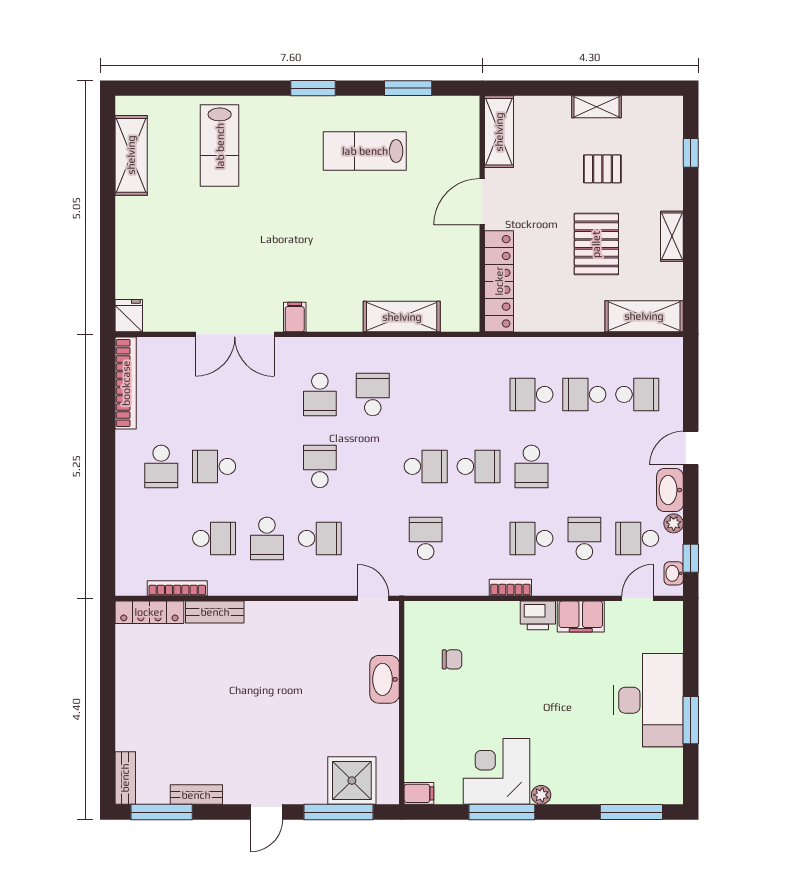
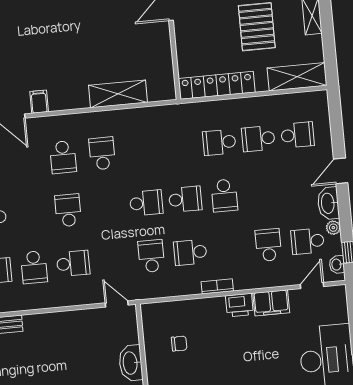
locker: (499, 281) -> (217, 85), moved, turned -90
school desk: (531, 538) -> (190, 252), moved

